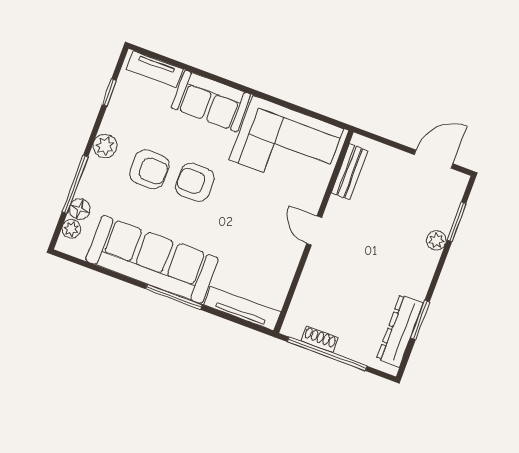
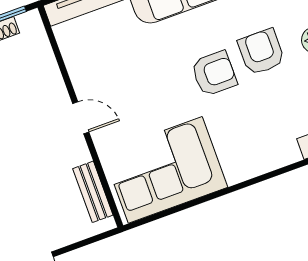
sofa: (211, 101) -> (258, 152), removed
armchair: (149, 169) -> (261, 52), turned 90

